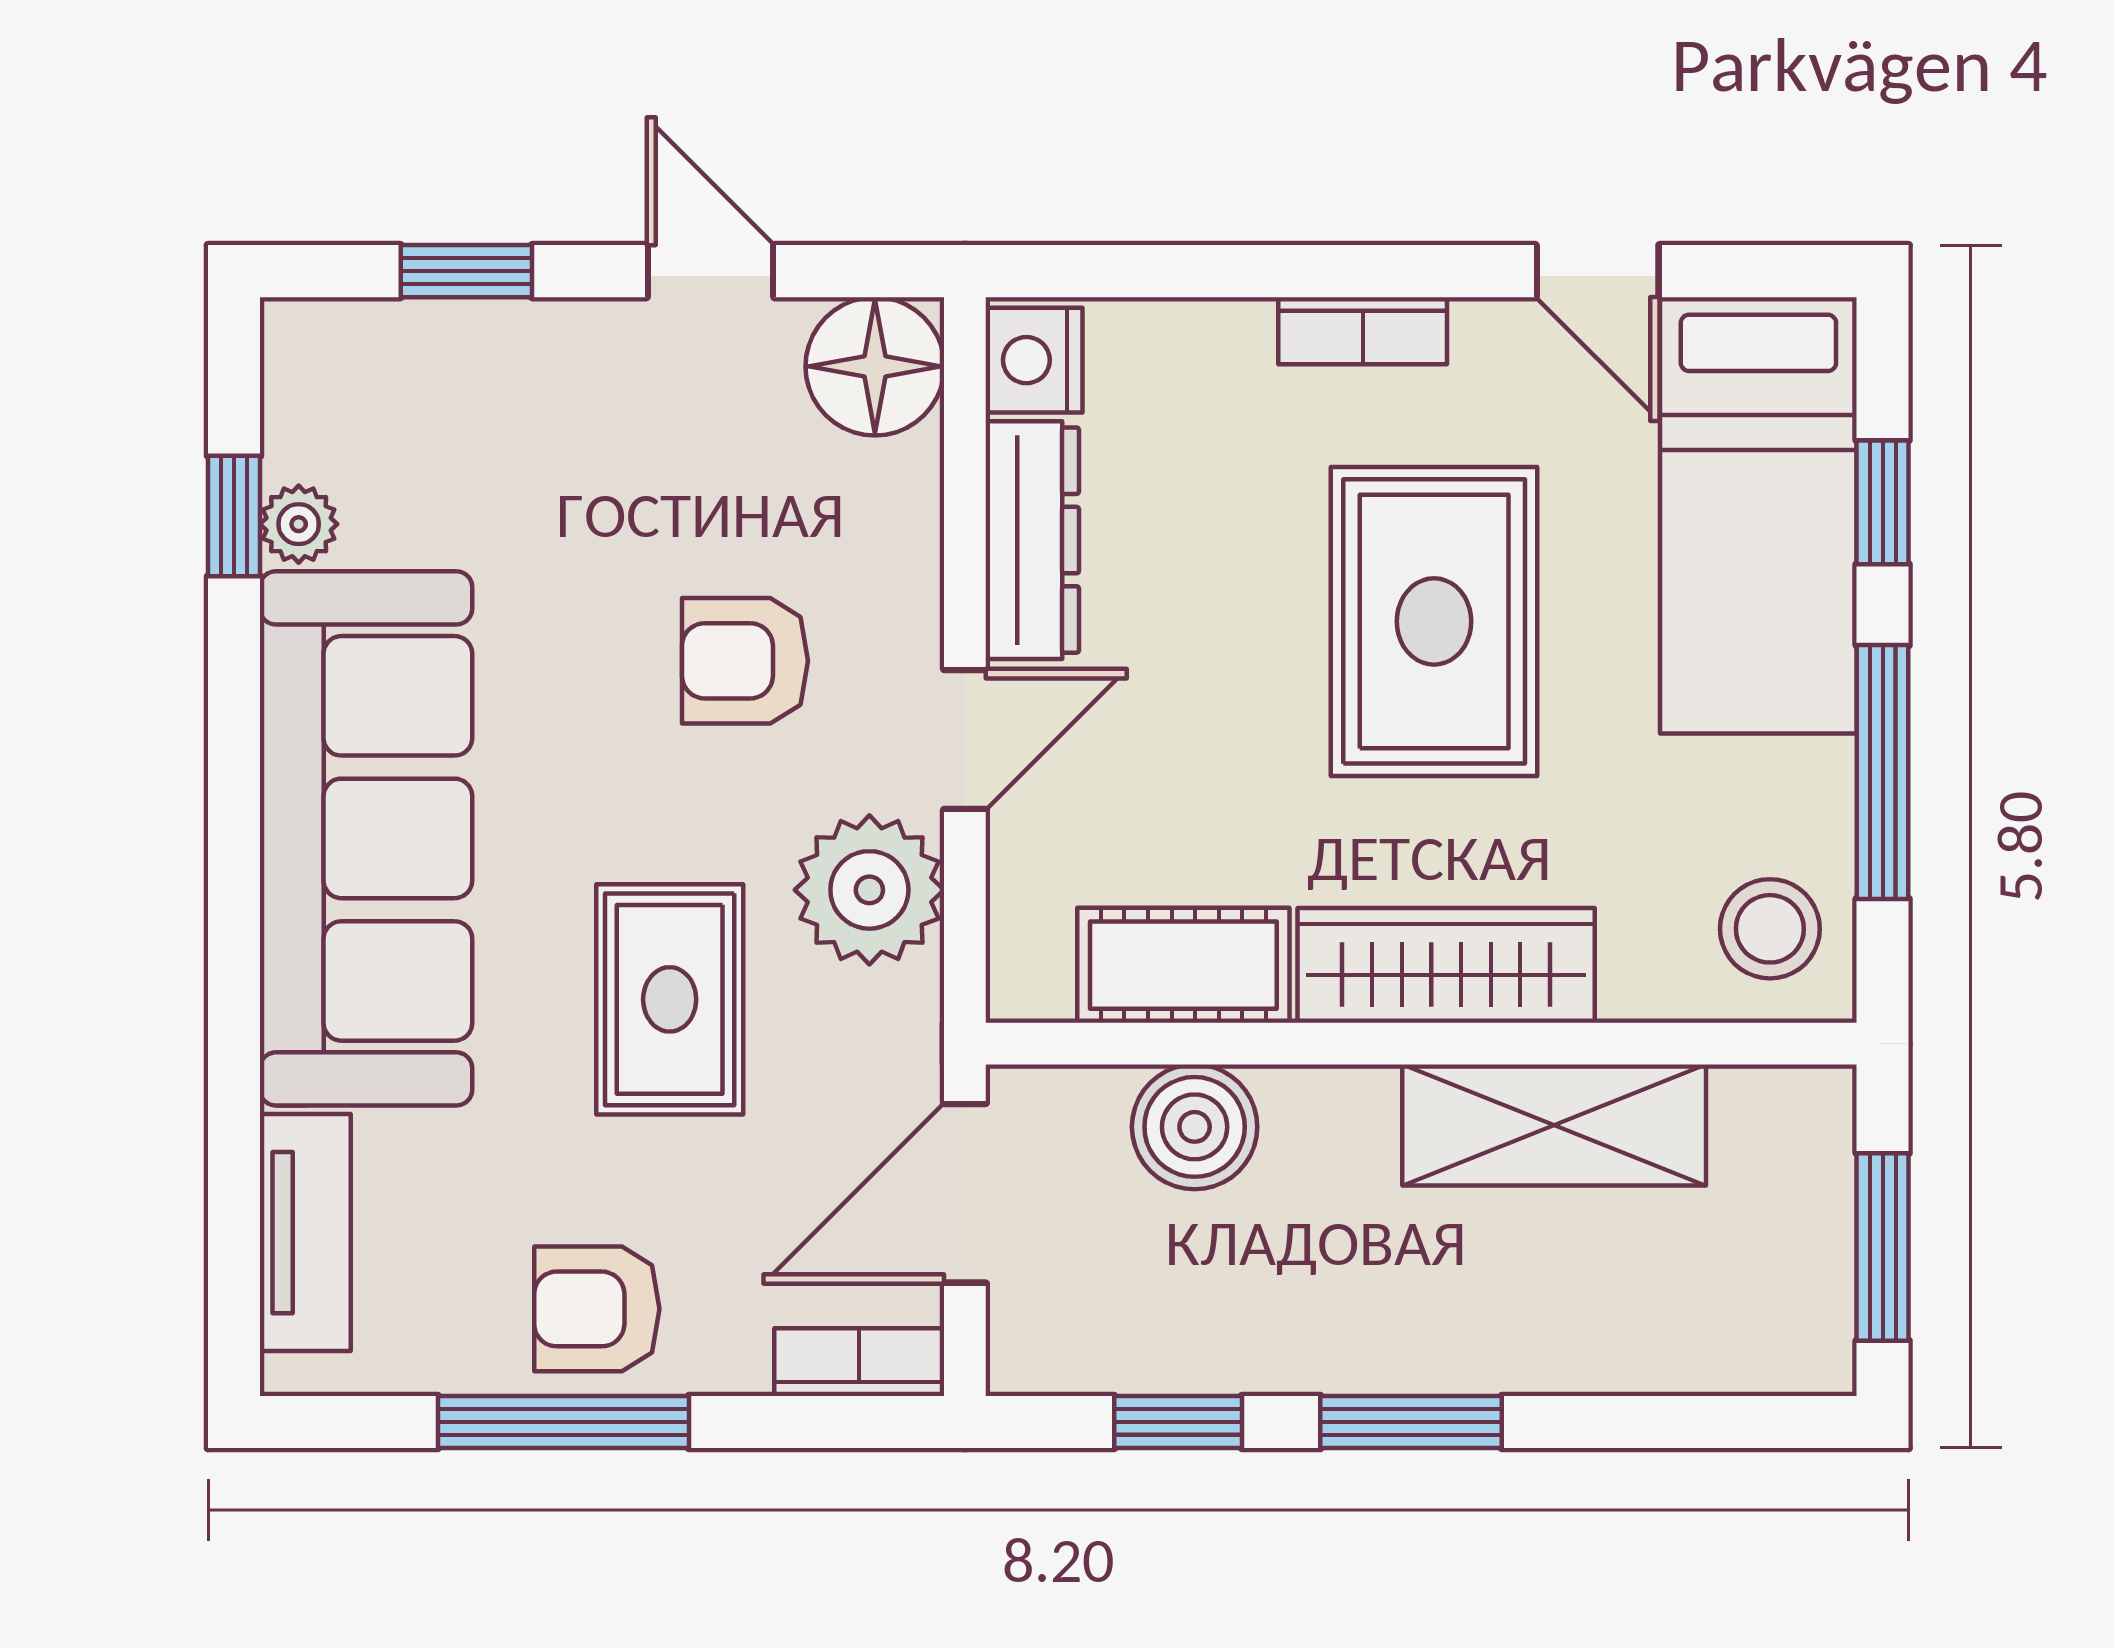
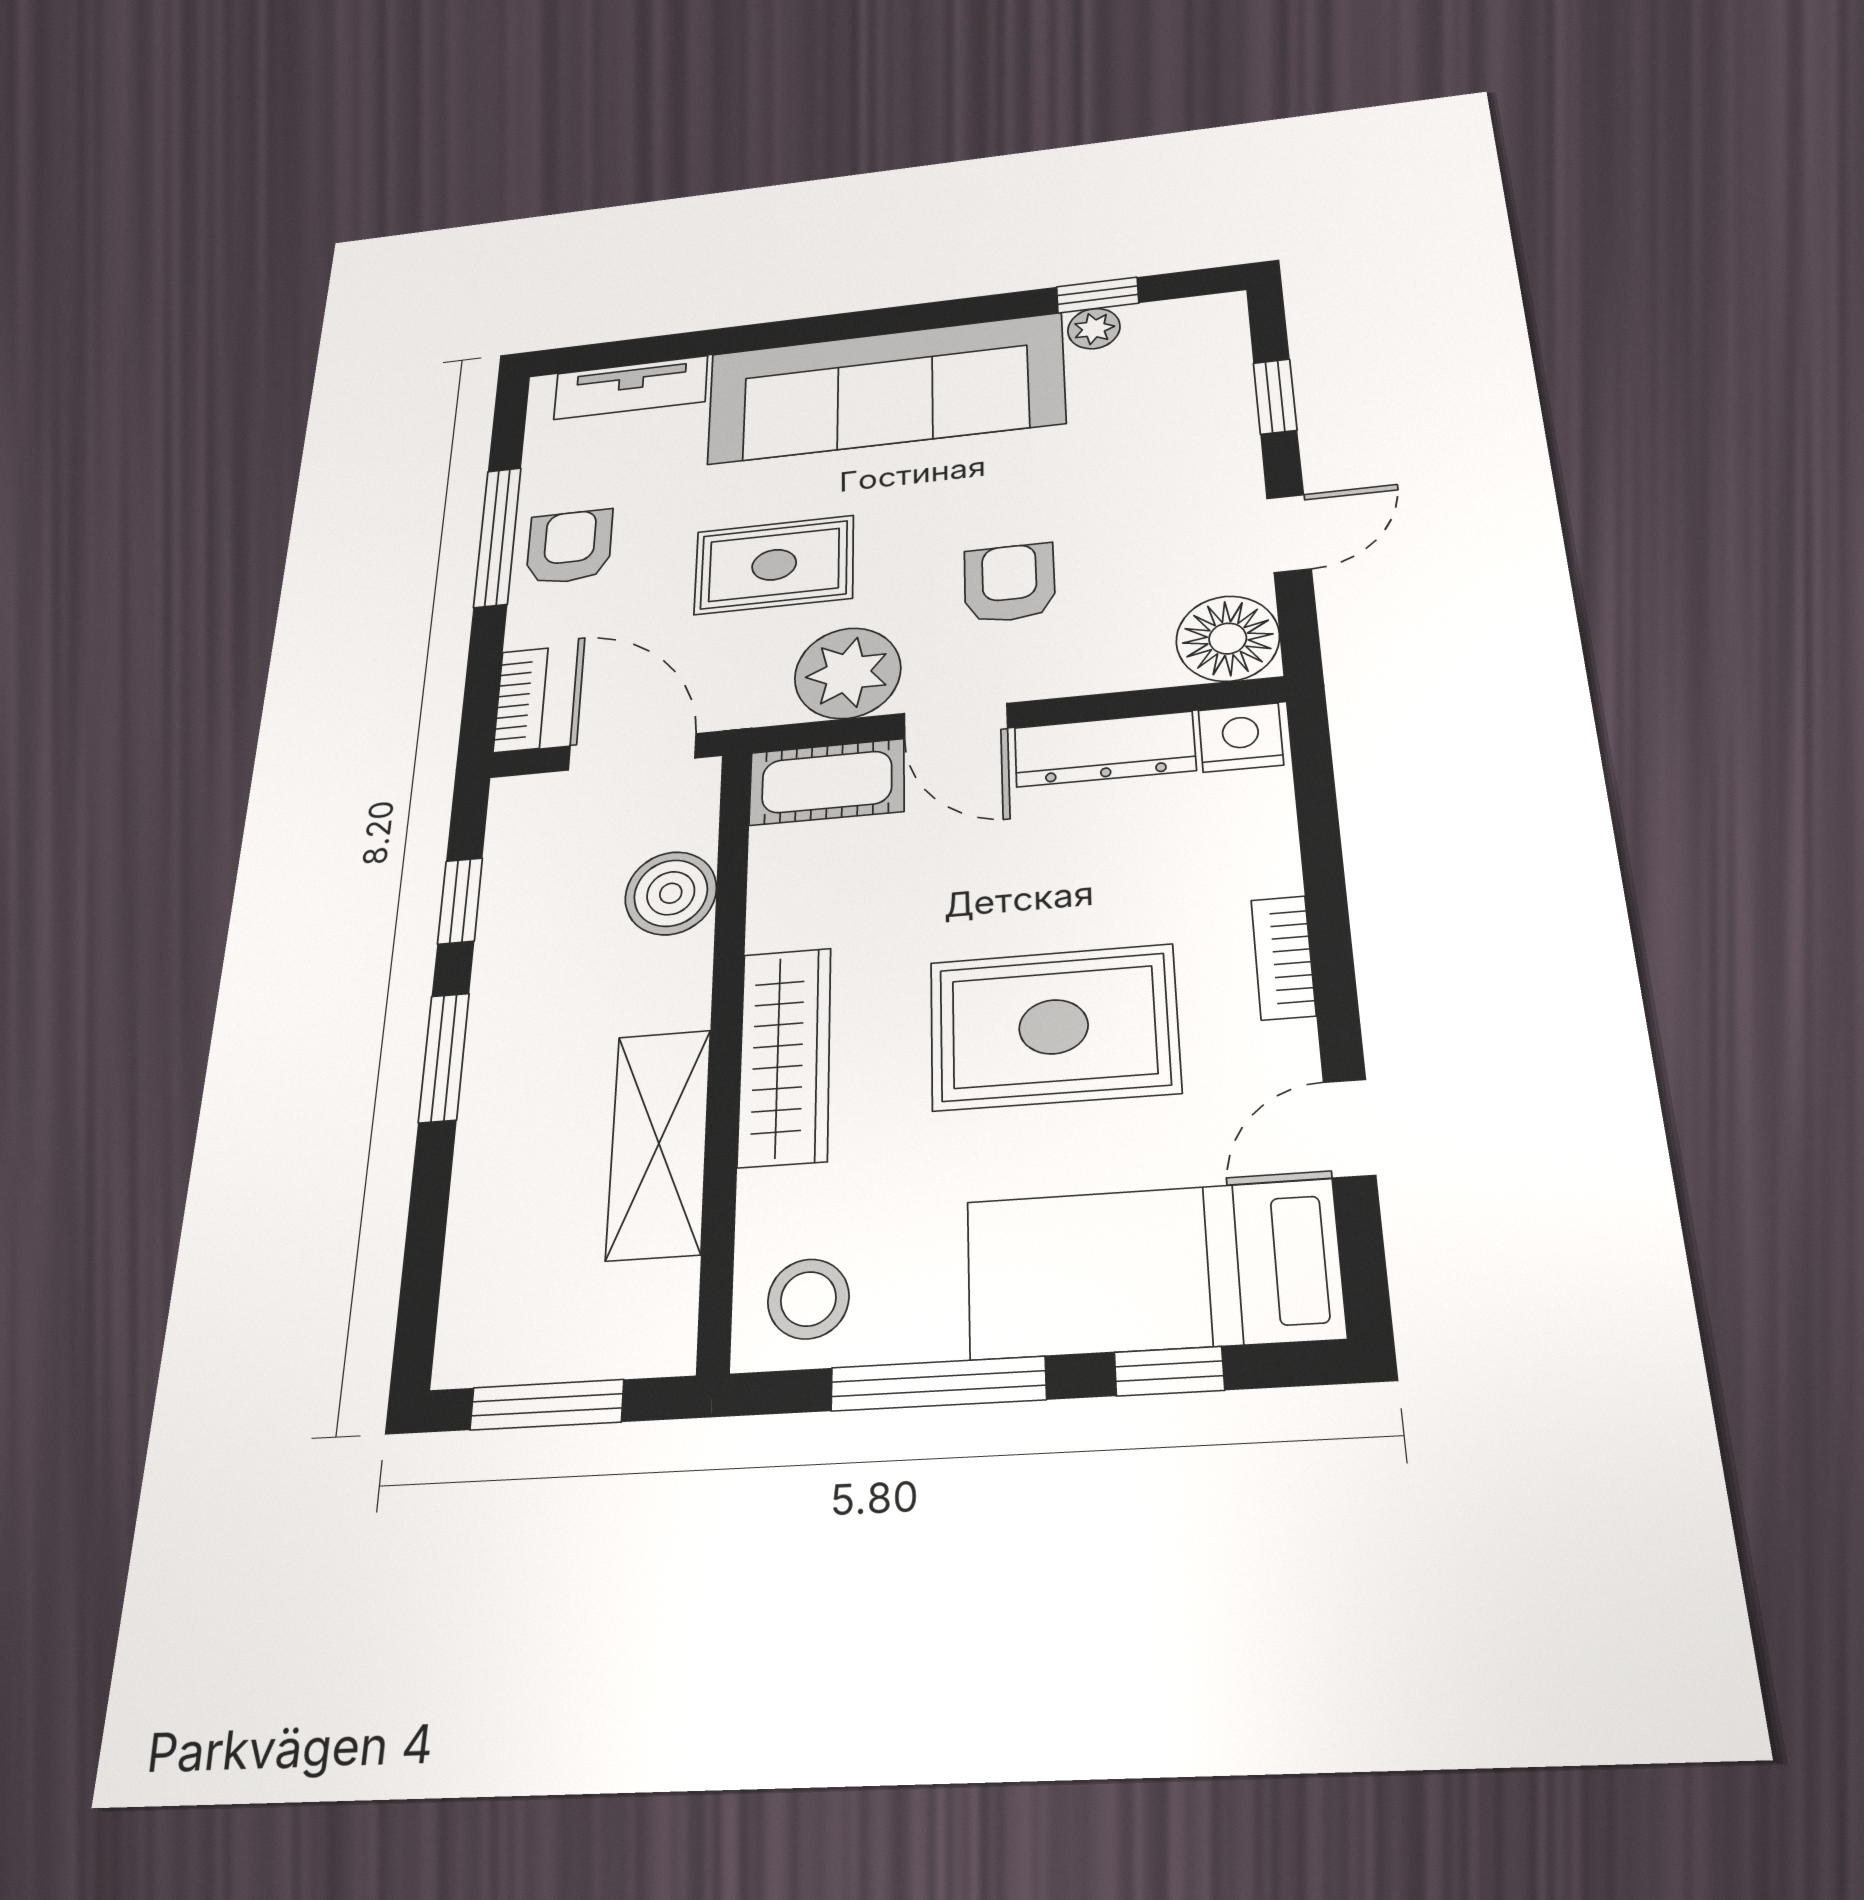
cot: (1183, 965) -> (827, 782), moved, turned 90

